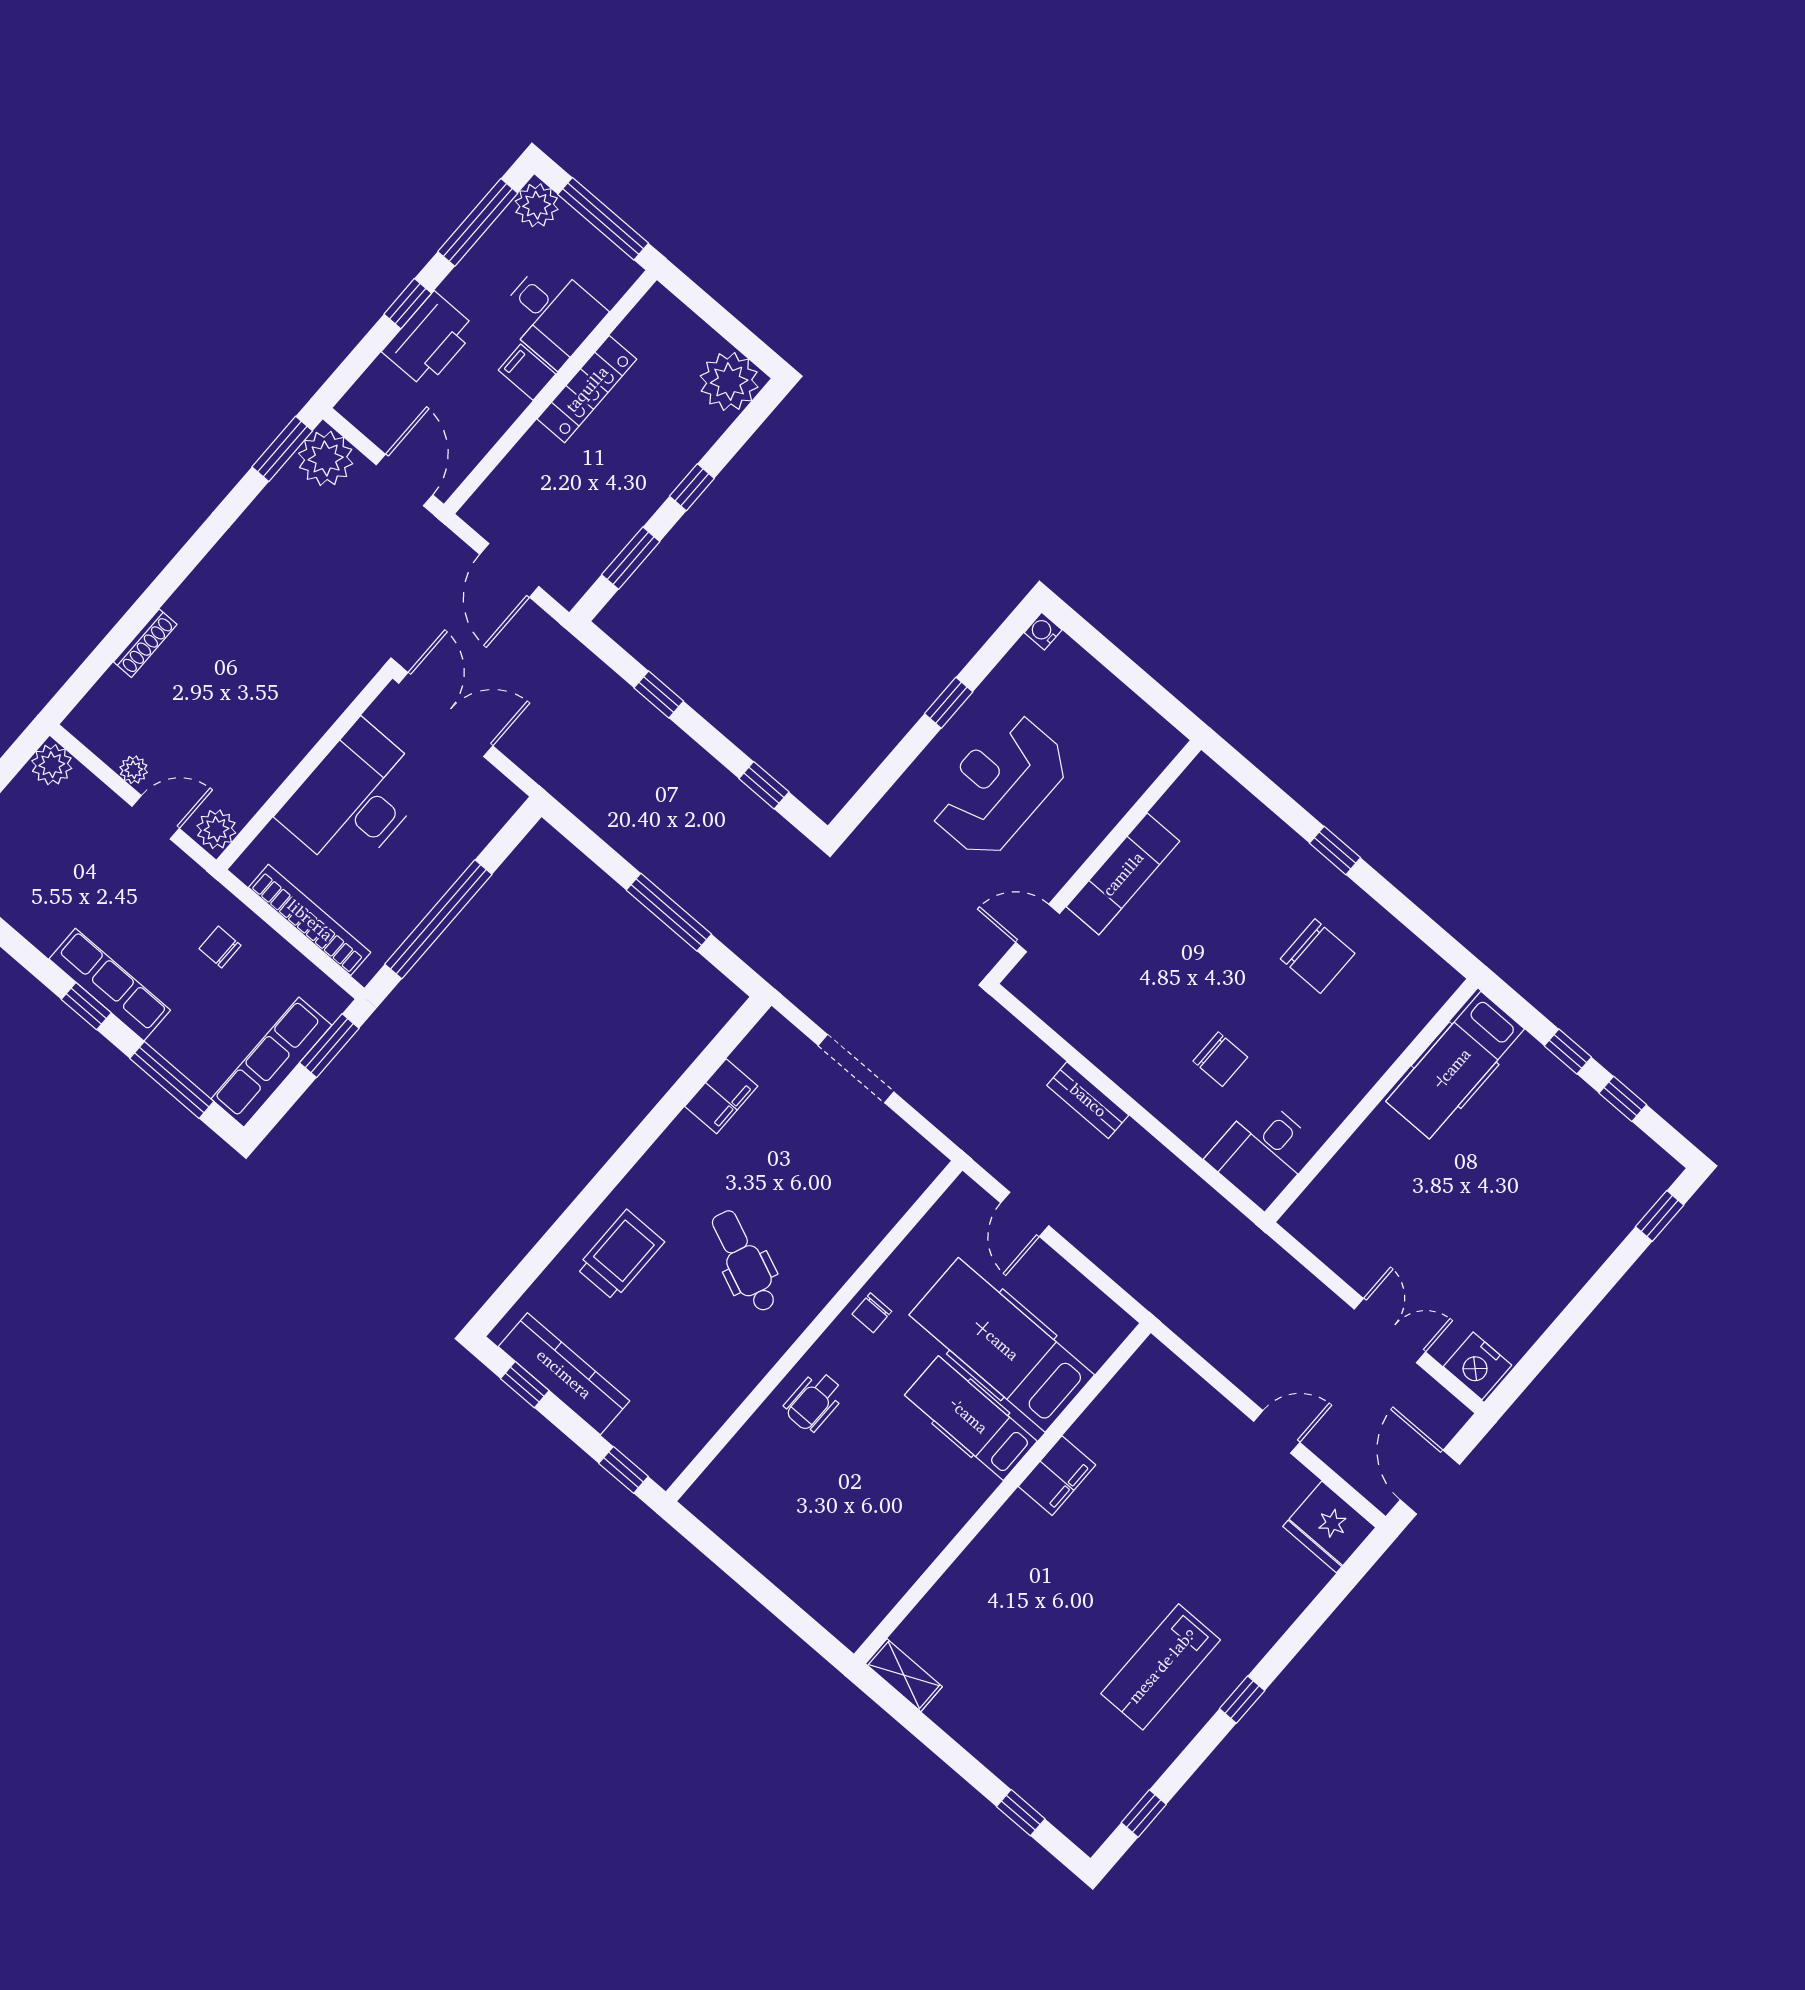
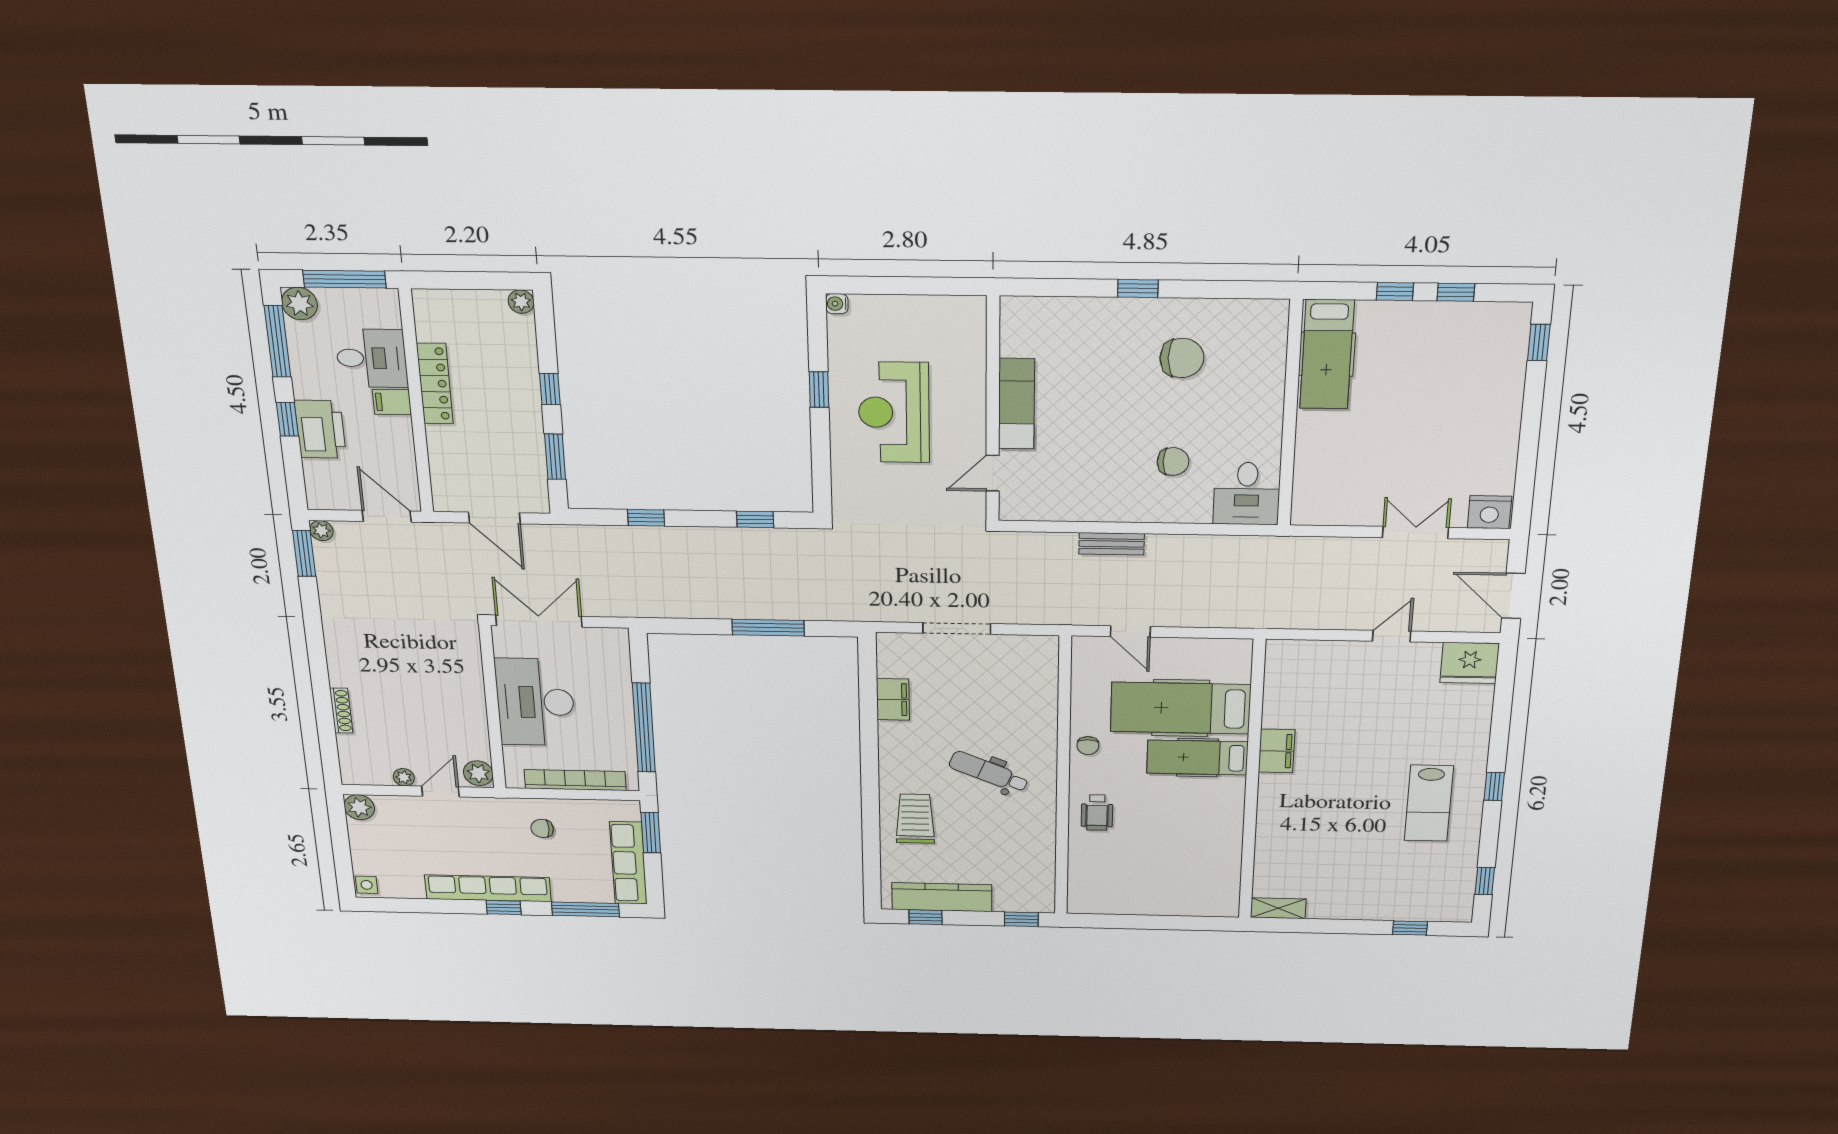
plant: (729, 382) -> (521, 302), width x0.53, depth x0.53
plant: (326, 458) -> (321, 531), width x0.53, depth x0.53
row of seats: (110, 985) -> (488, 888), width x1.36

